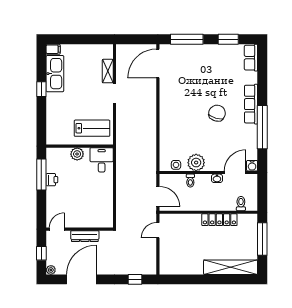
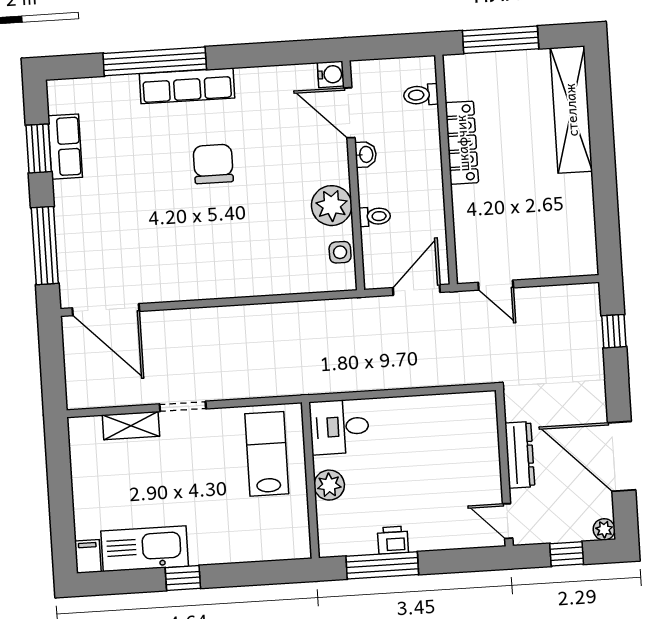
row of seats: (251, 58) -> (65, 147), moved, turned -90
chair: (217, 113) -> (213, 164), turned 74
window: (262, 127) -> (155, 61), moved

